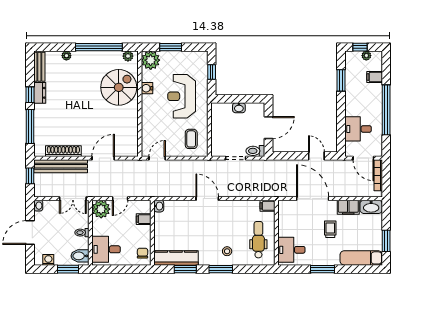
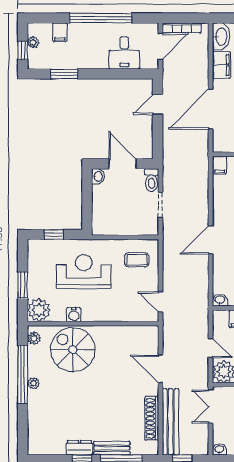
plant: (66, 56) -> (33, 383), moved
bench: (39, 67) -> (112, 448), moved
reception desk: (182, 96) -> (84, 272), turned 180
washbasin: (239, 108) -> (98, 176), moved
double door: (73, 199) -> (211, 407), swing flipped

